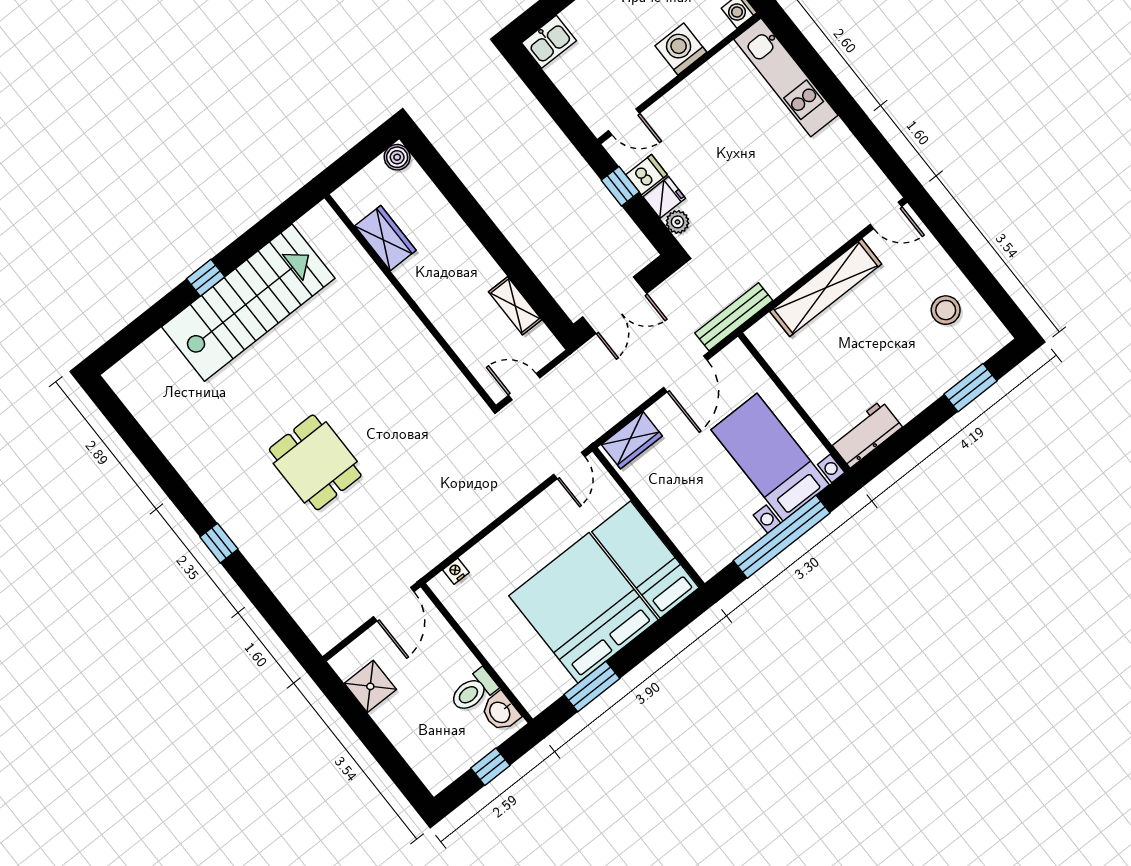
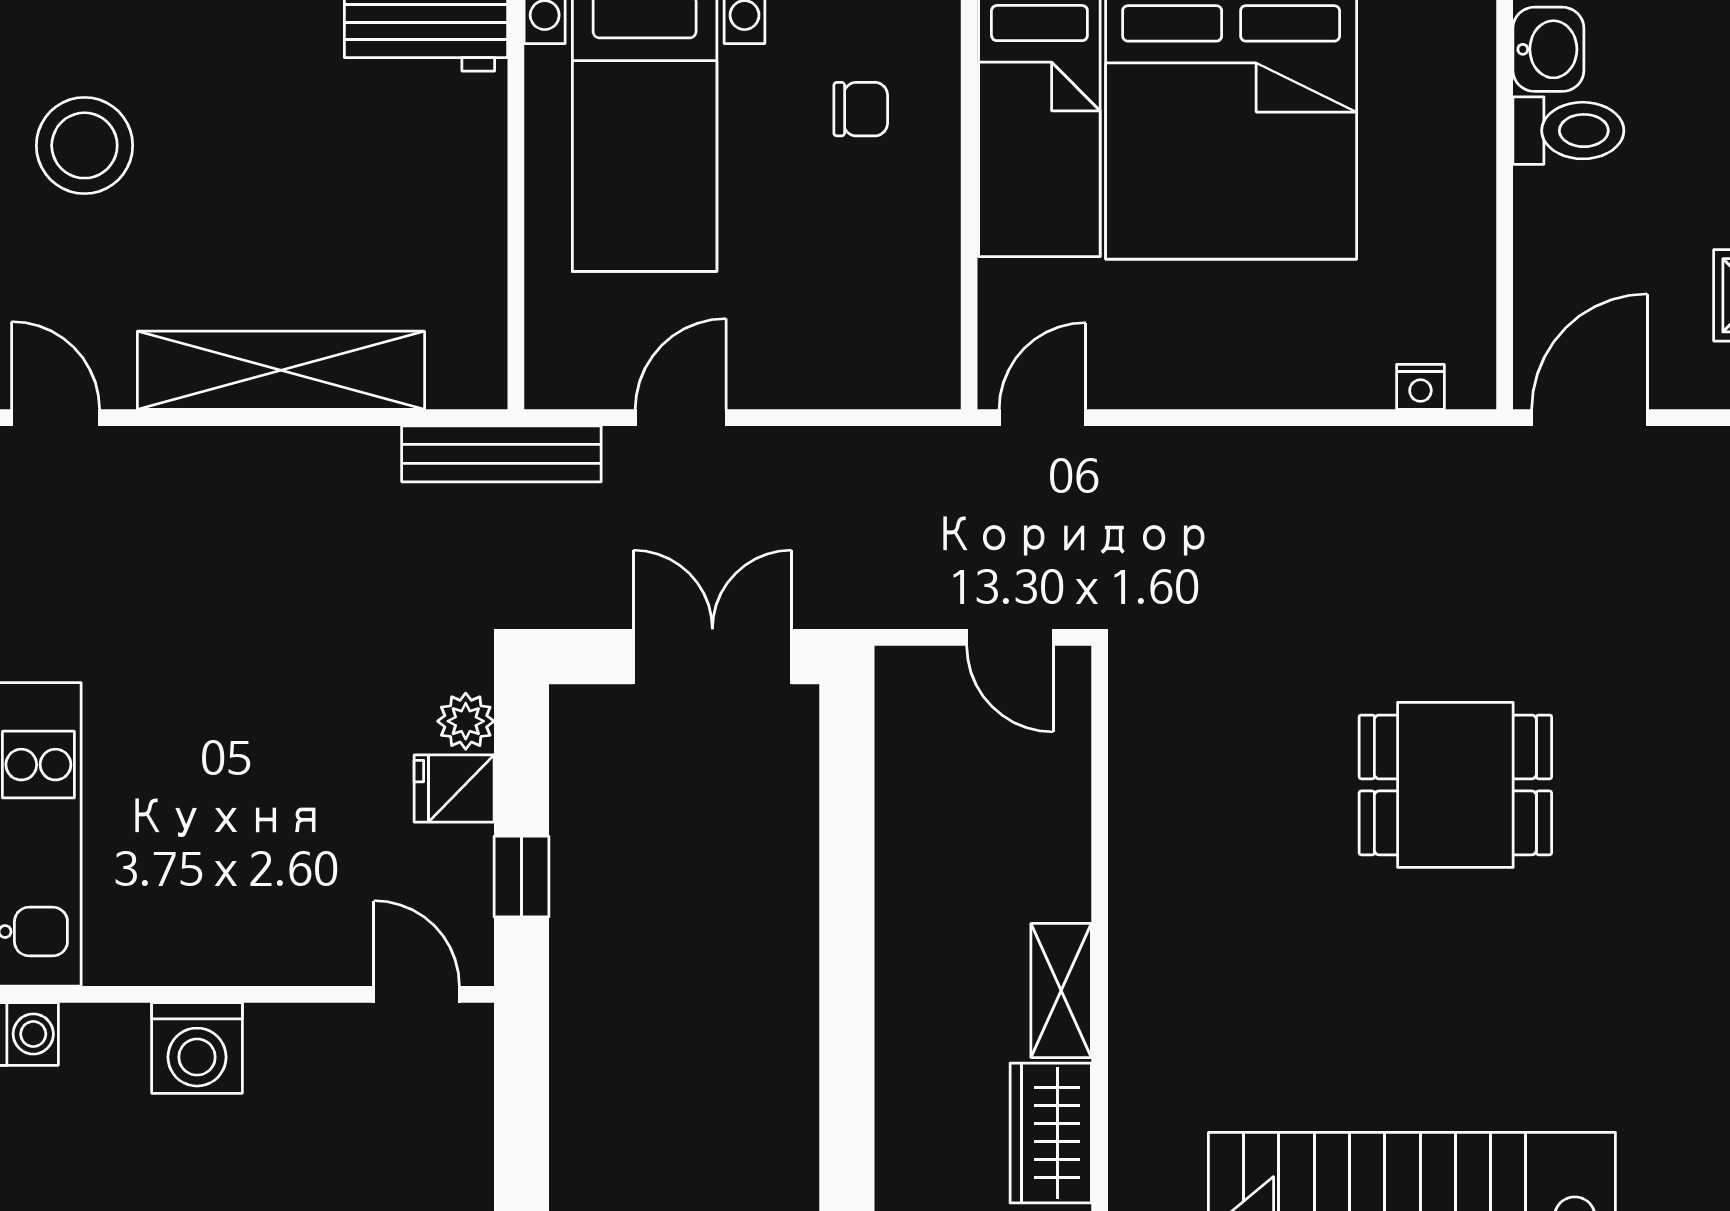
dishwasher: (646, 175) -> (454, 859), removed
shelving: (515, 306) -> (1061, 990), moved
stool: (946, 310) -> (84, 145), width x1.38, depth x1.38
door: (685, 374) -> (681, 418), width x0.73
wardrobe: (632, 440) -> (884, 372), removed
dining table: (315, 462) -> (1455, 785), moved, turned 90
chair: (706, 518) -> (861, 109), added

